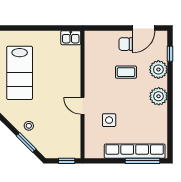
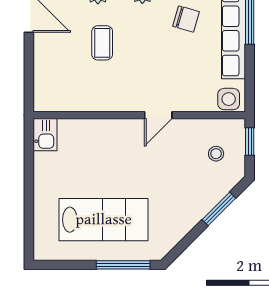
chair: (126, 44) -> (186, 19), moved, turned -74
side table: (109, 120) -> (229, 99), moved
stool: (29, 126) -> (216, 154), moved

